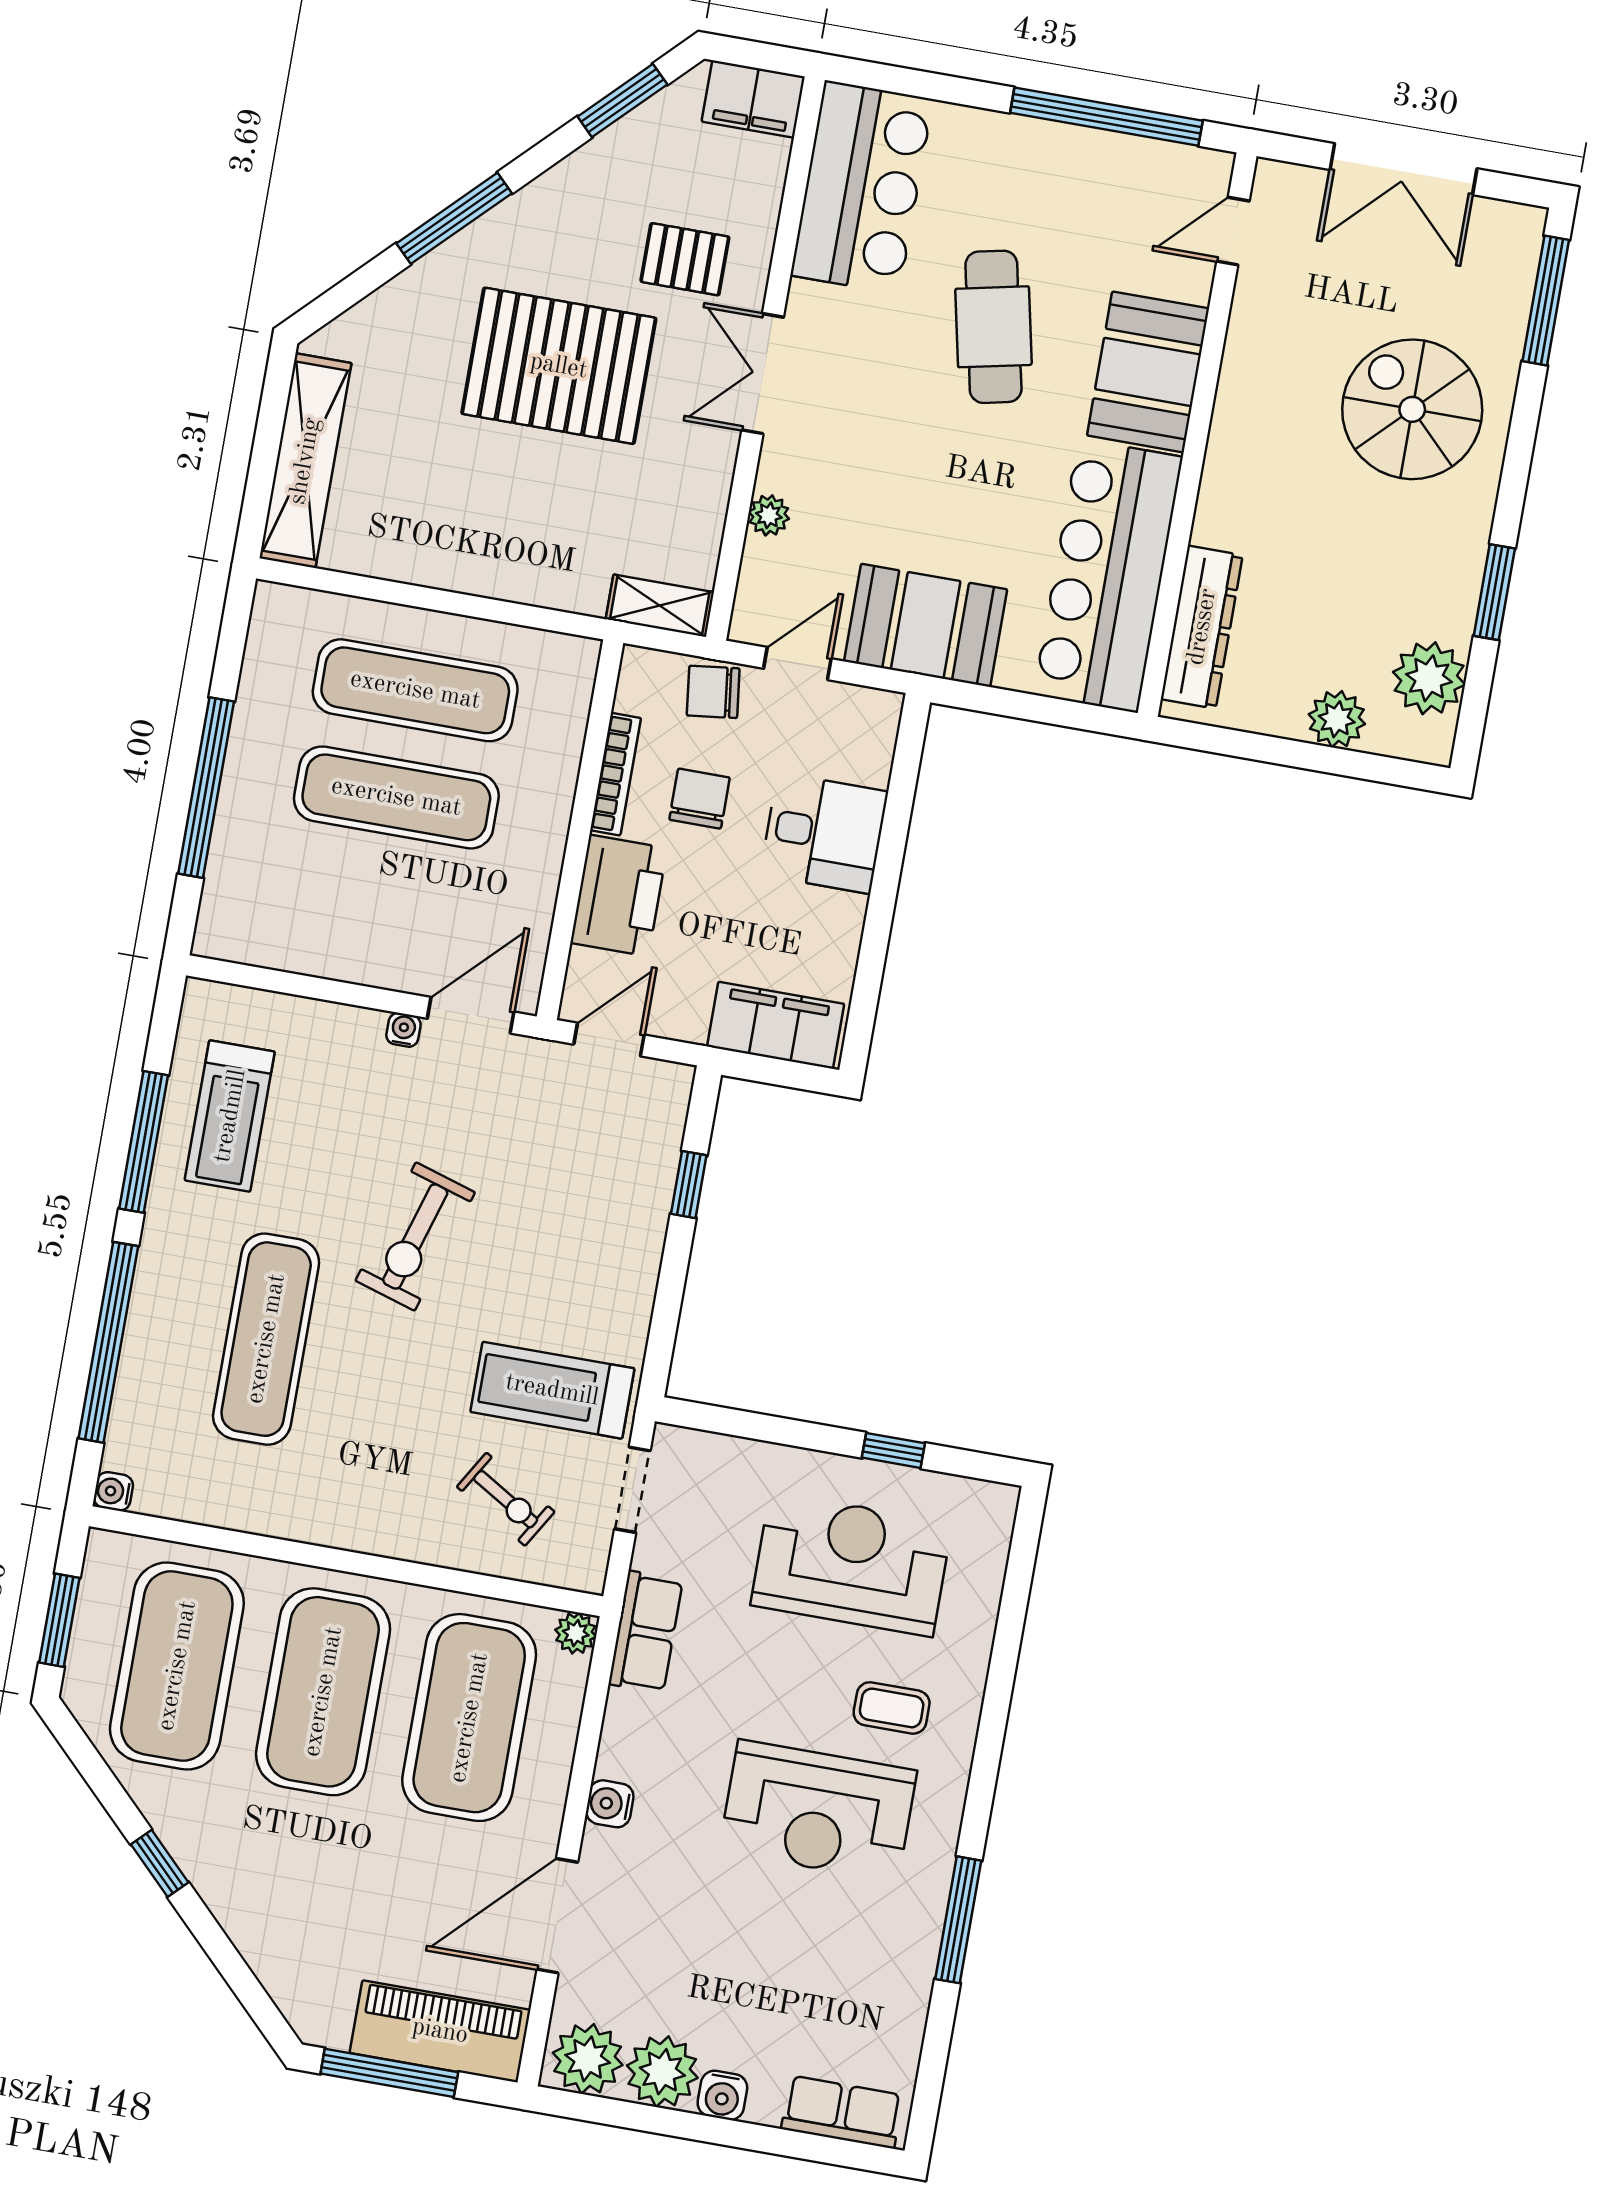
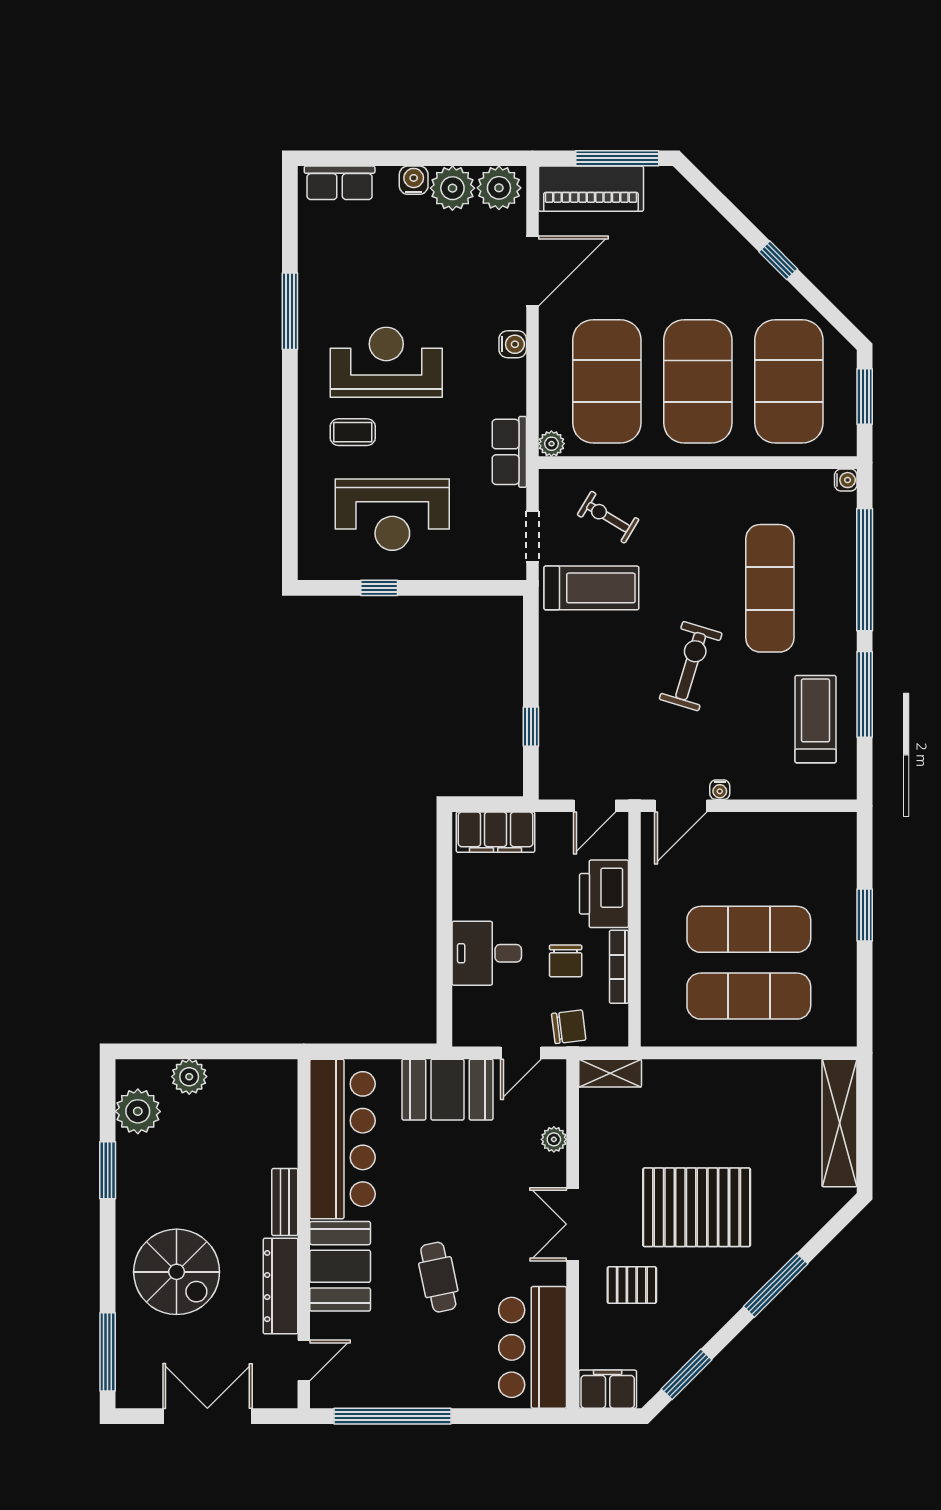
cafe table: (993, 327) -> (438, 1277), width x0.73, depth x0.74
double door: (763, 374) -> (573, 1224), swing flipped
bench: (1219, 491) -> (285, 1202), added
dresser: (1202, 627) -> (281, 1286), moved
window: (206, 788) -> (865, 915), width x0.47

